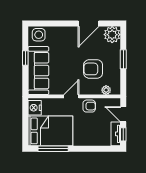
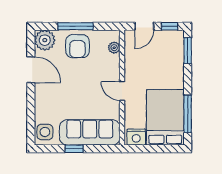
window: (123, 59) -> (75, 26), width x1.44
armchair: (93, 69) -> (77, 46), moved
armchair: (89, 106) -> (134, 69), removed
tv unit: (116, 134) -> (169, 36), removed
window: (104, 149) -> (188, 50), added

